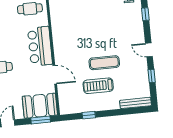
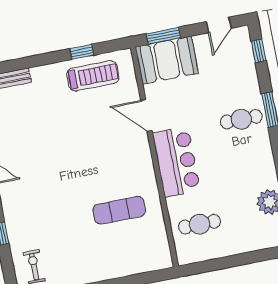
exercise mat: (104, 63) -> (119, 210), moved
treadmill: (98, 86) -> (93, 76), moved

